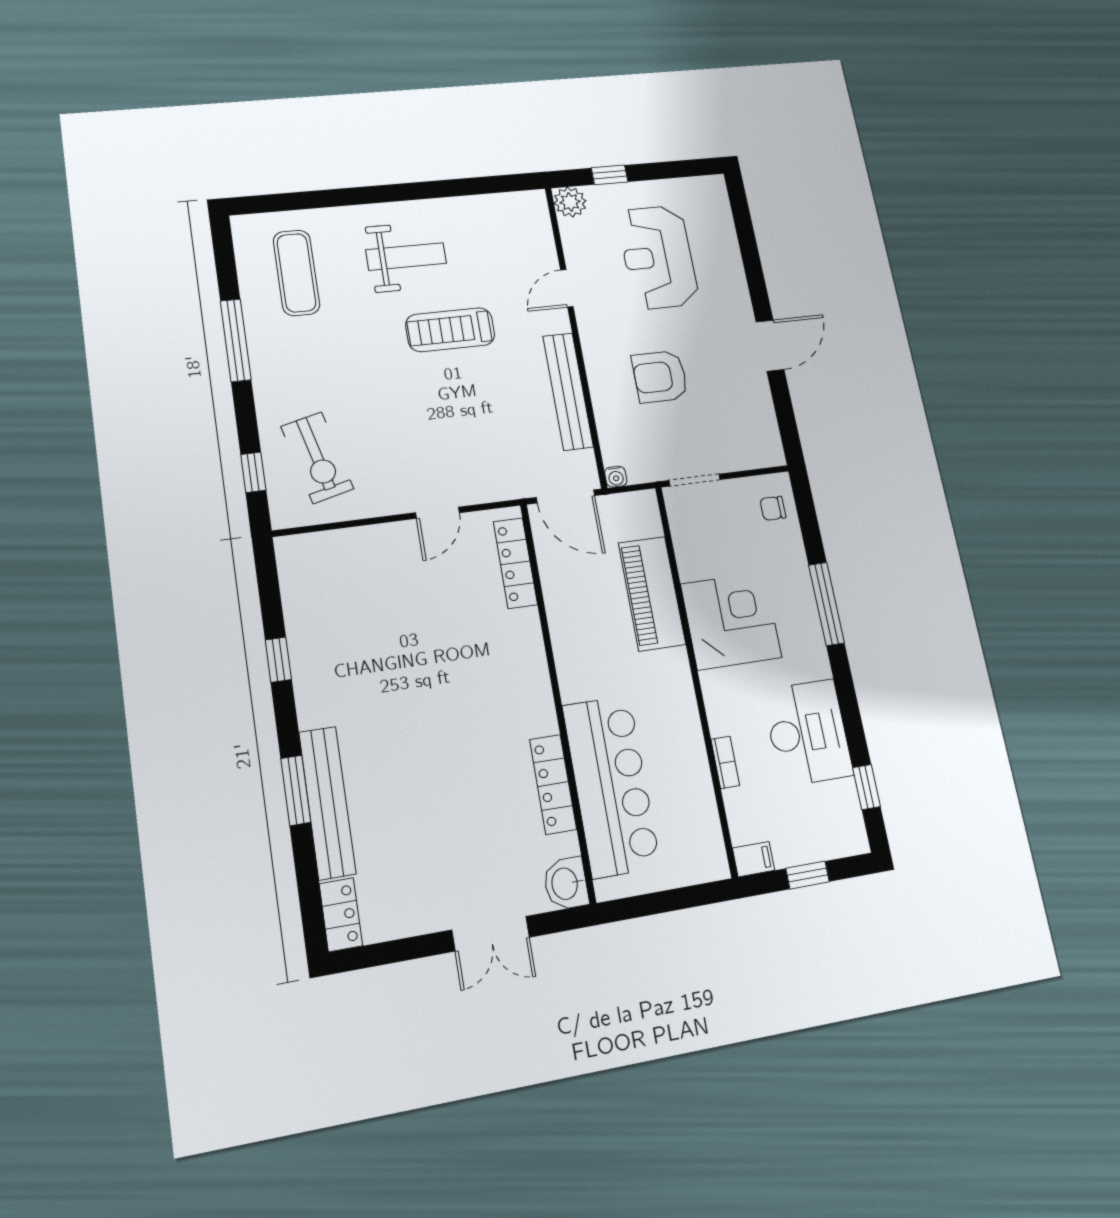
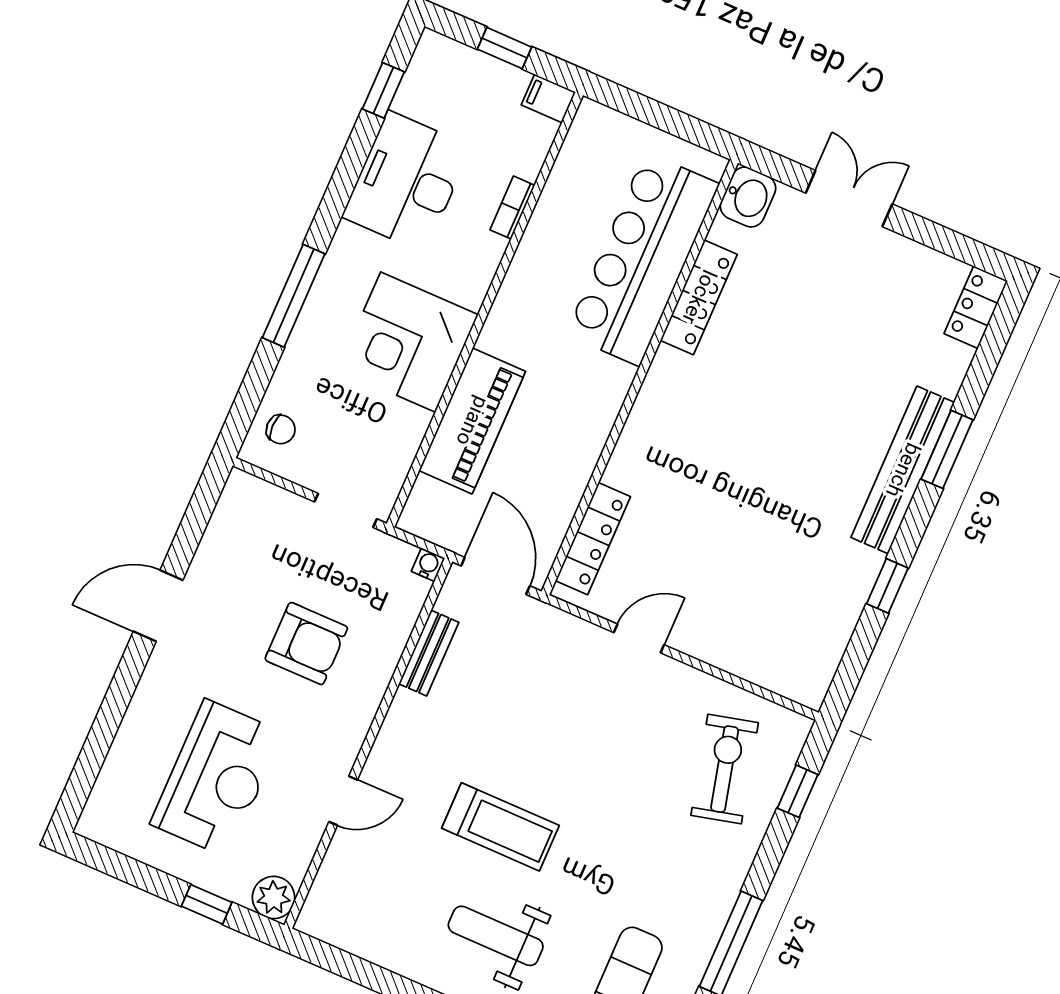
bench: (568, 391) -> (429, 653), width x0.54, depth x0.82
bench: (327, 803) -> (903, 470), moved

